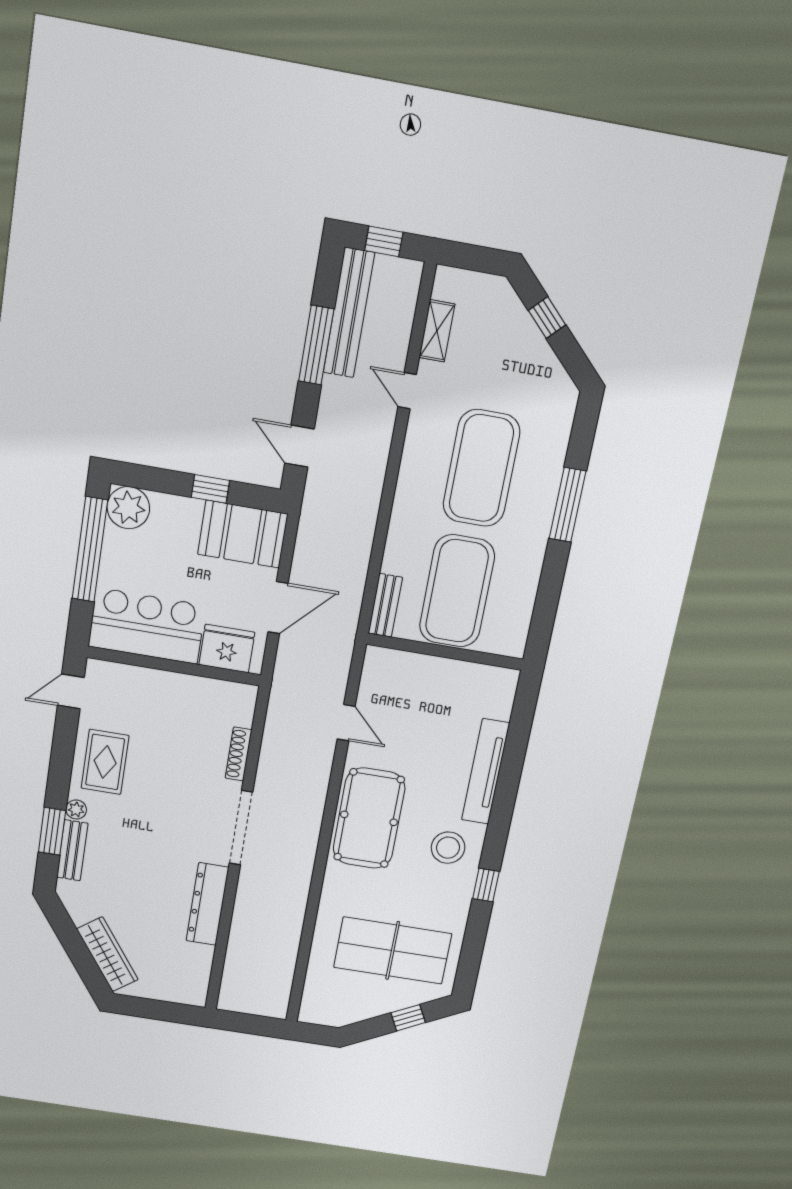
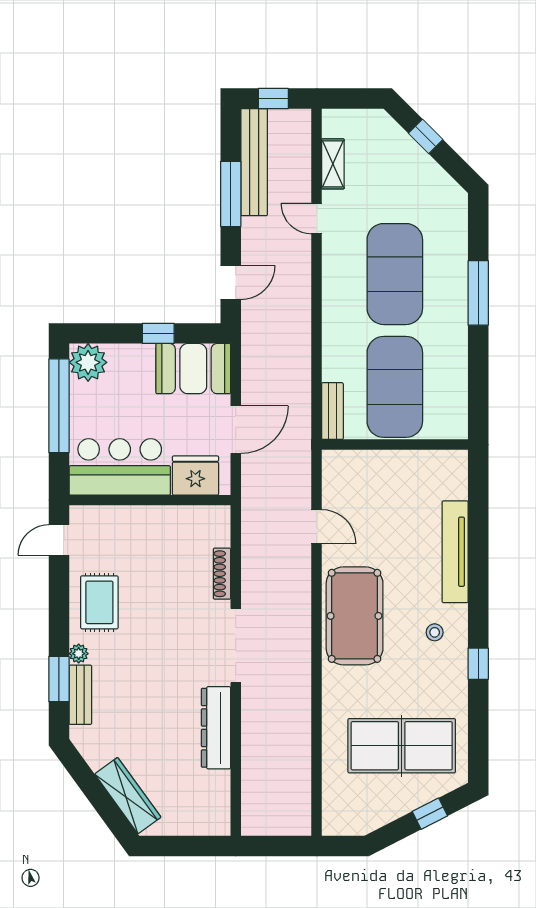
door: (299, 446) -> (231, 283), swing flipped
stool: (448, 848) -> (435, 632), width x0.53, depth x0.53

